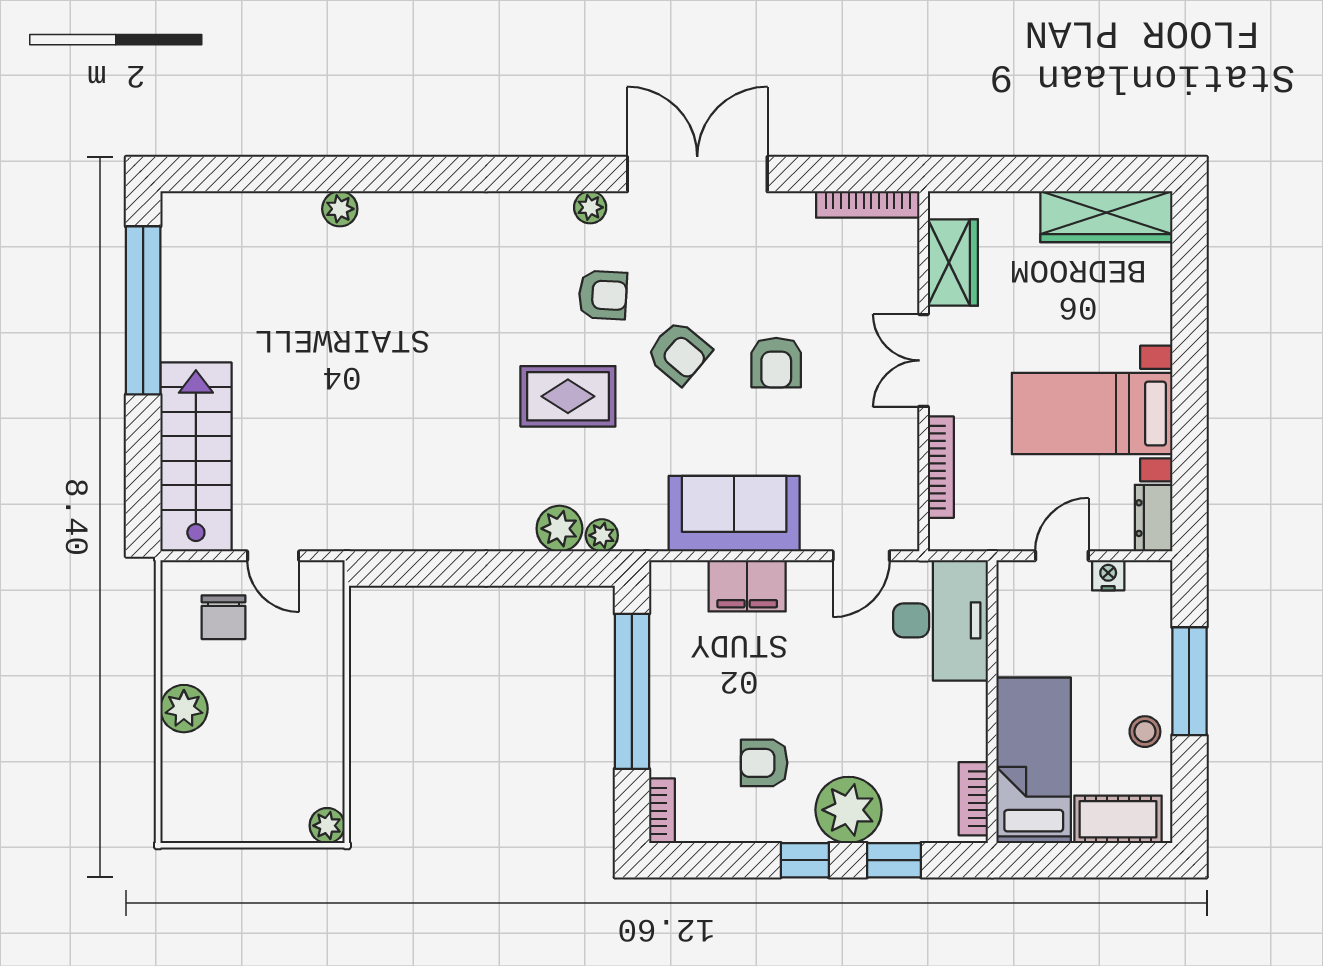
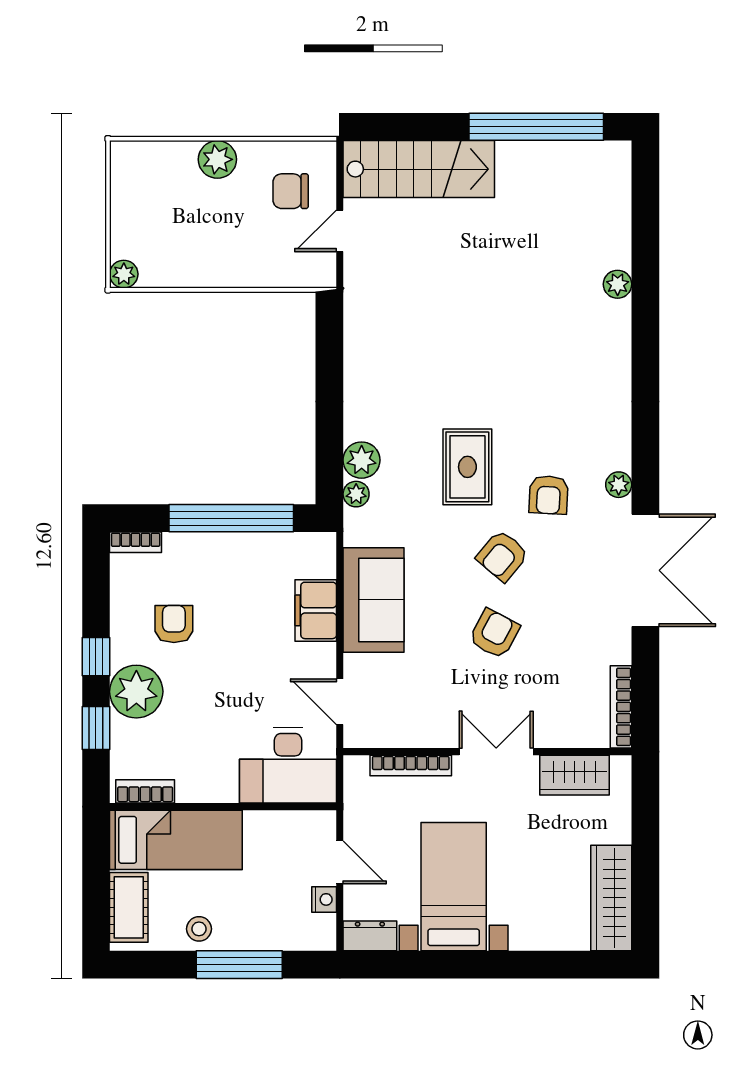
armchair: (776, 363) -> (494, 634), turned 118

